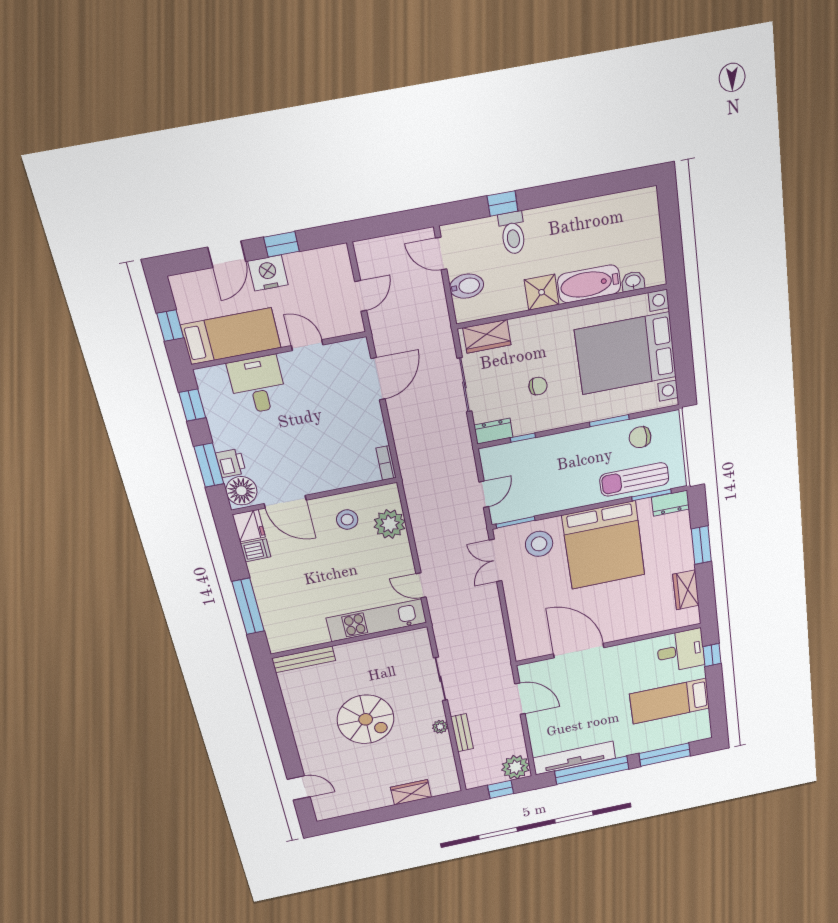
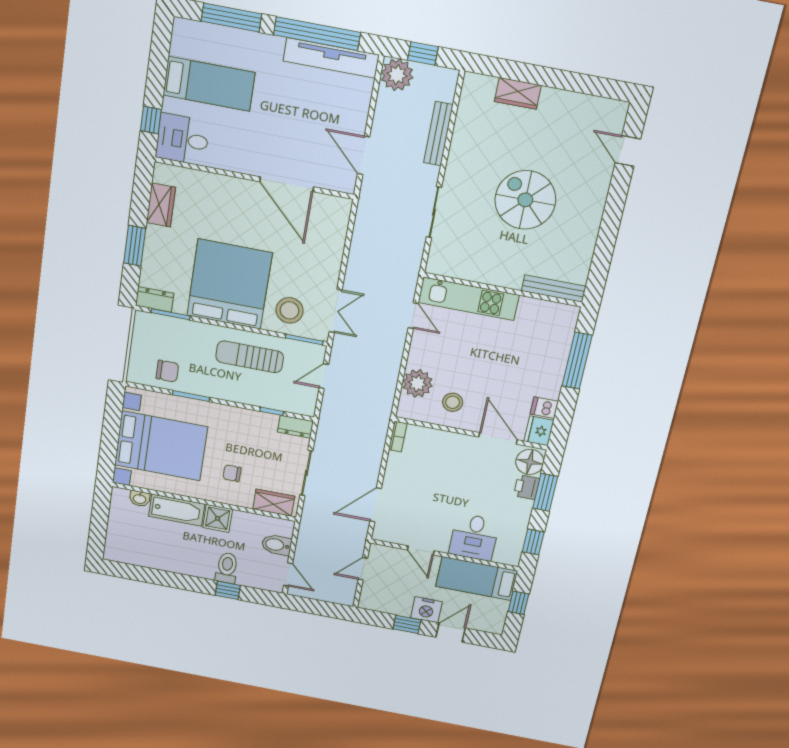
chair: (538, 386) -> (232, 473), moved
sun lounger: (634, 479) -> (250, 357), moved, turned 180
plant: (440, 727) -> (456, 159), removed
bench: (462, 733) -> (438, 134), width x1.36

